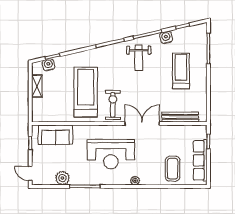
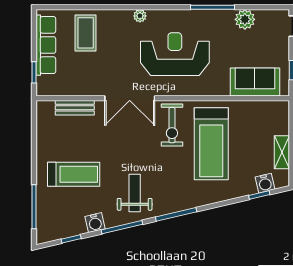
treadmill: (181, 71) -> (74, 174), turned -90
bench: (180, 117) -> (75, 108), width x0.73

